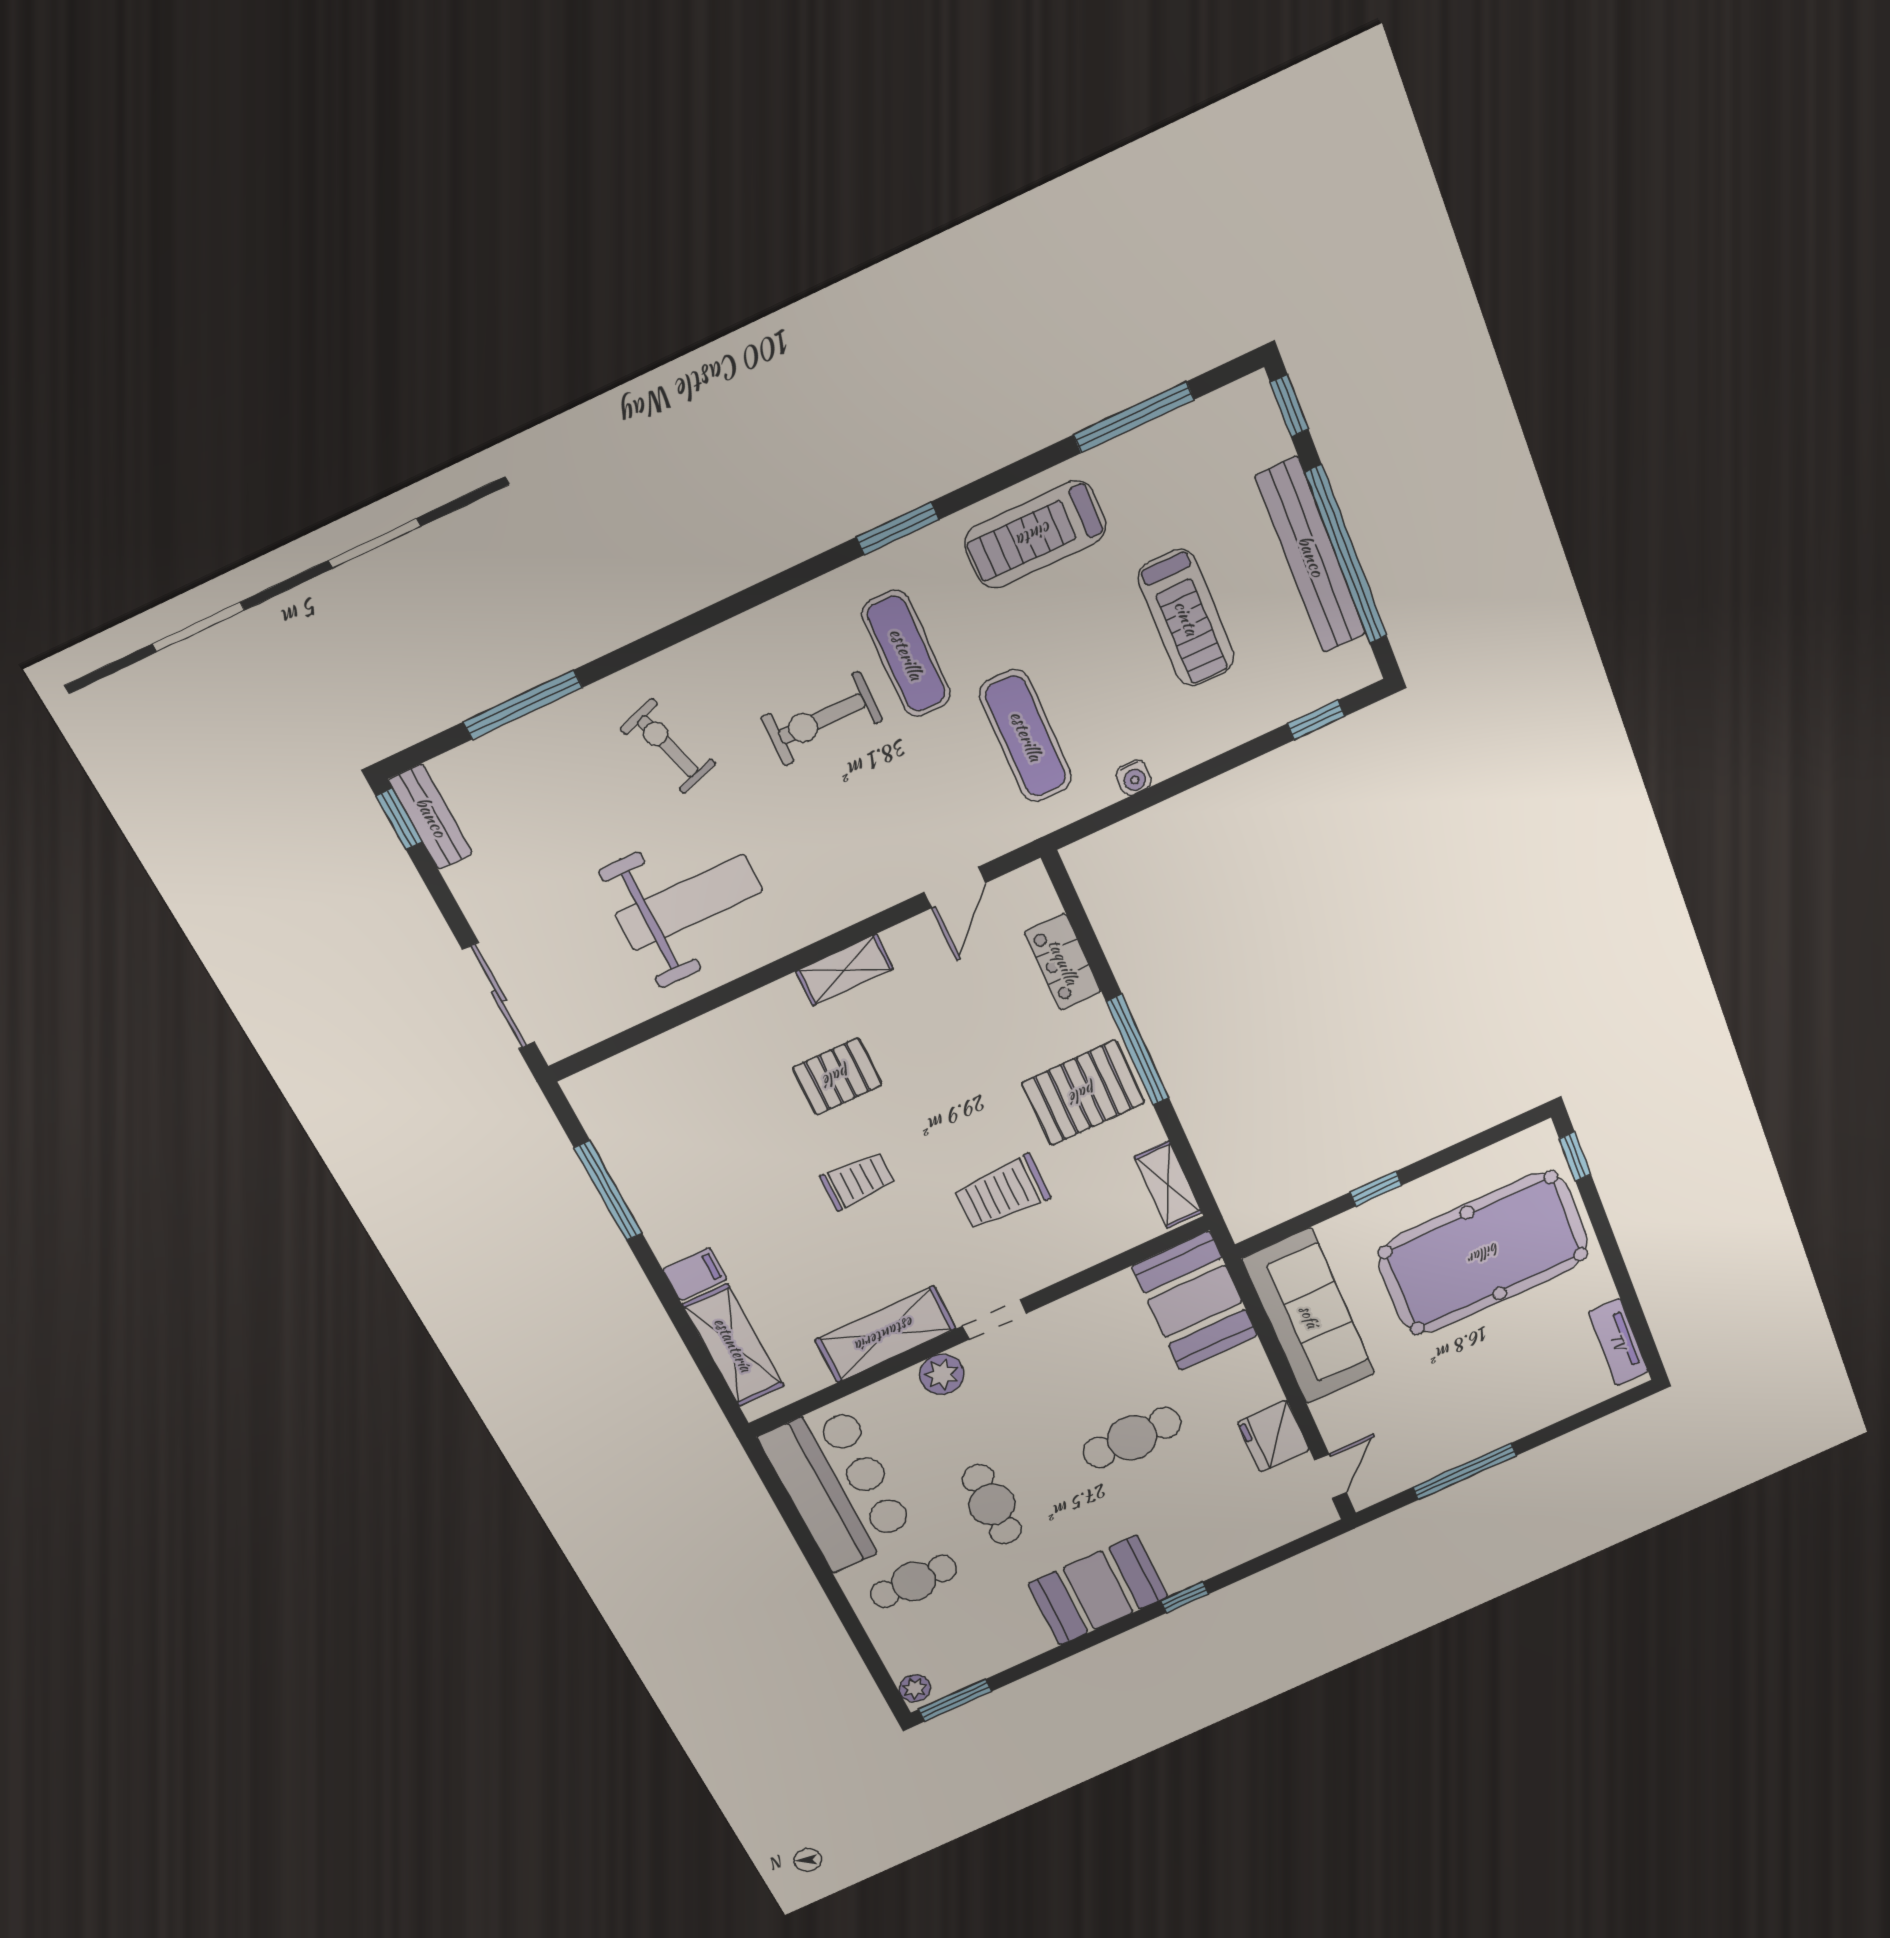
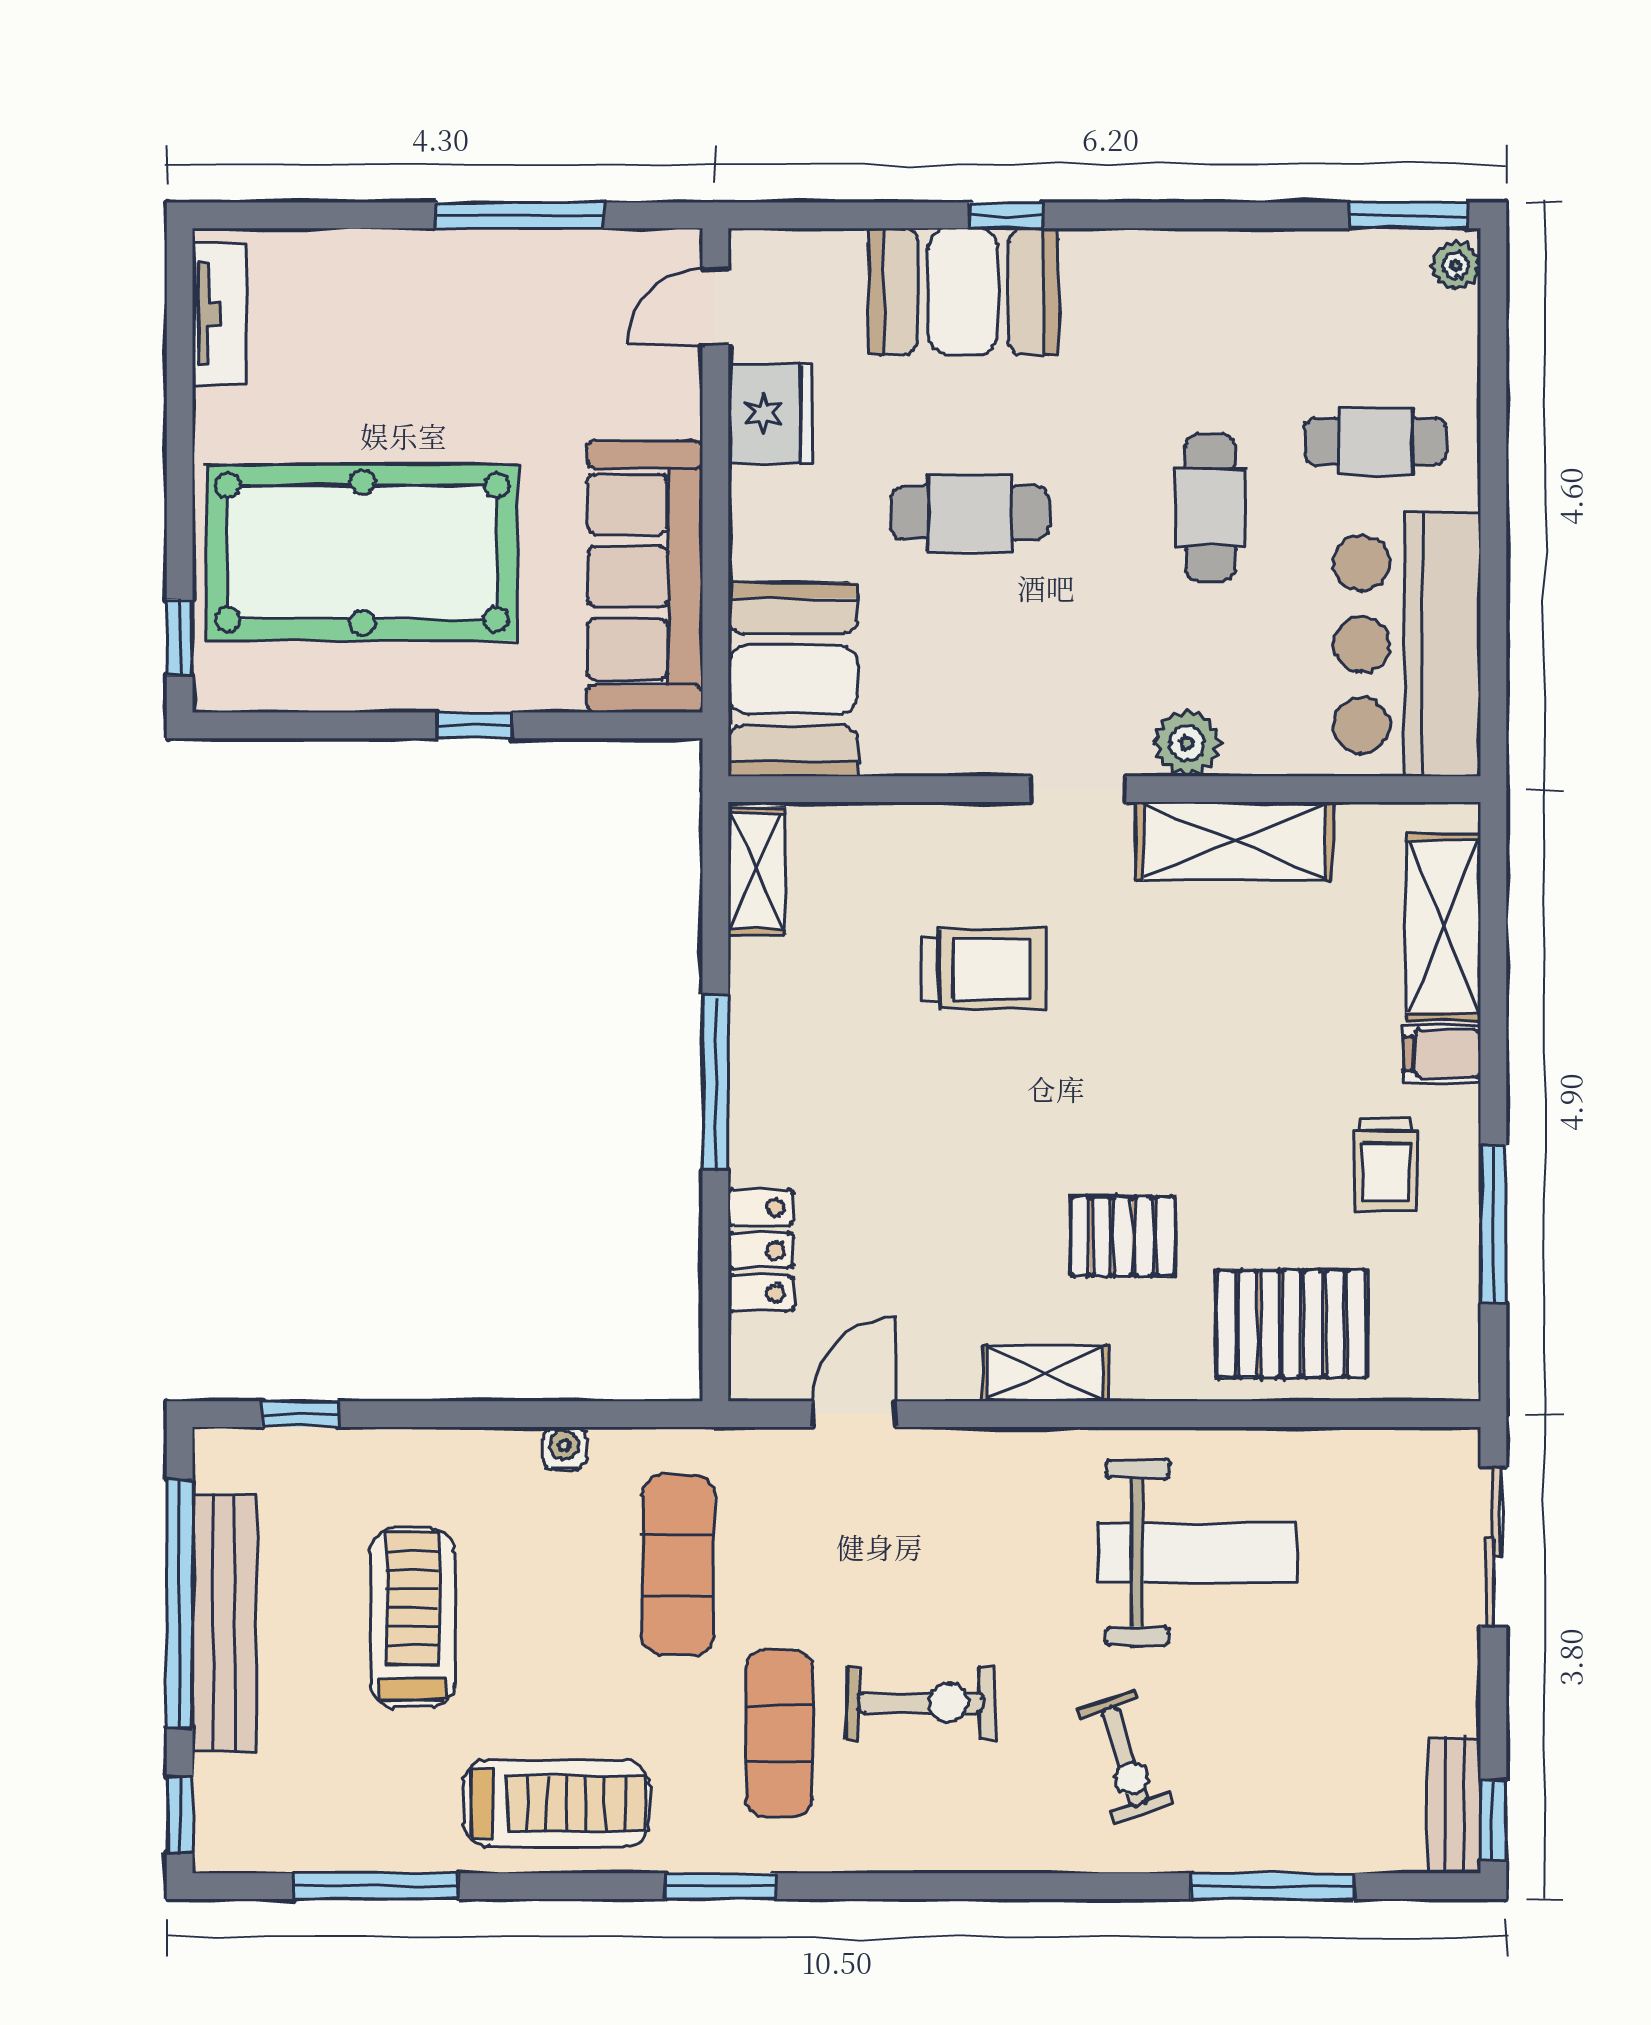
weight bench: (689, 903) -> (1197, 1553), turned 180
pallet: (1083, 1093) -> (1291, 1324), moved
trolley: (858, 1181) -> (1386, 1165), moved, turned -90
booth: (1098, 1590) -> (963, 291), moved

